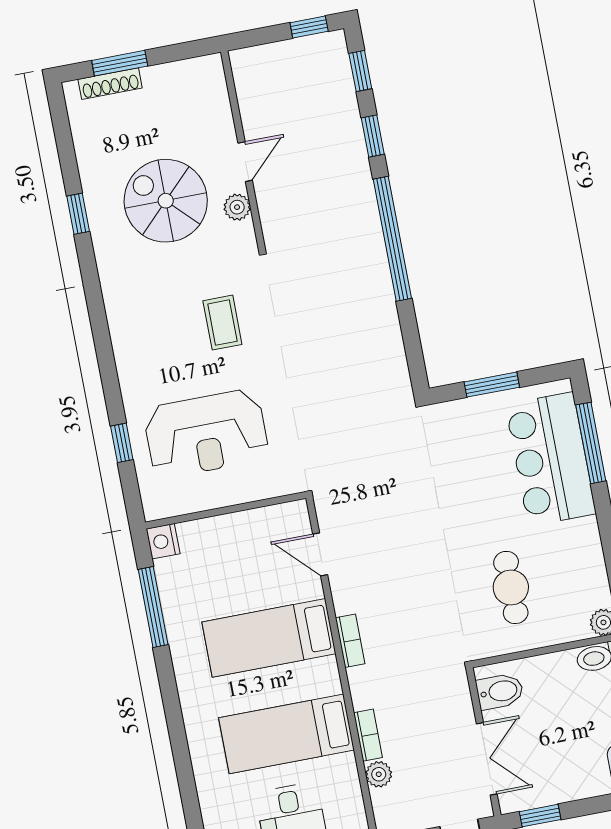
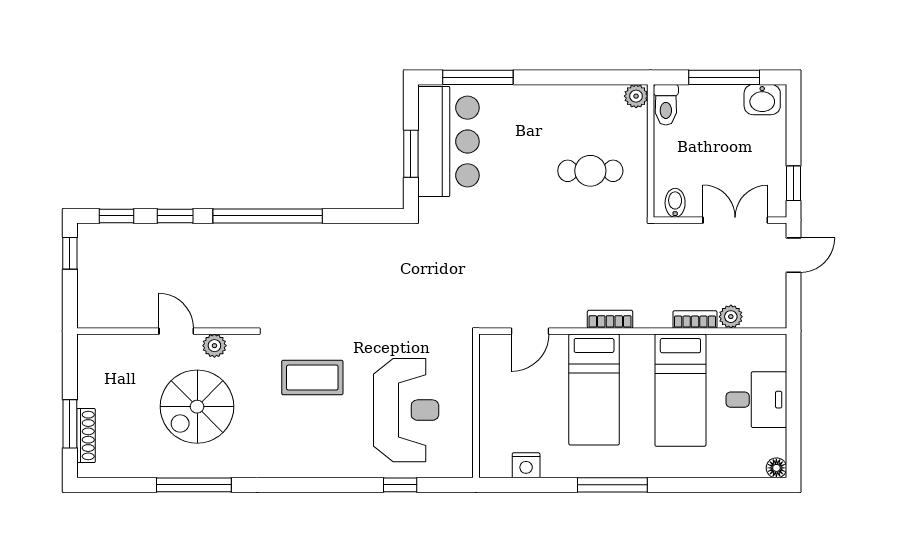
window: (78, 214) -> (194, 485), width x2.17
coffee table: (222, 323) -> (312, 378), width x1.36, depth x1.30
bar counter: (551, 459) -> (448, 142), moved, turned -90
nightstand: (163, 541) -> (526, 465), moved
window: (153, 607) -> (612, 485), moved
bidet: (500, 691) -> (675, 203), width x0.72, depth x0.74

